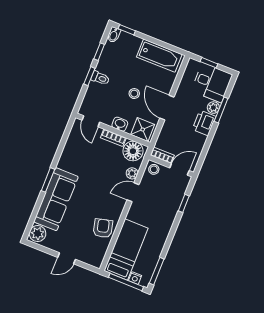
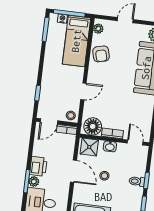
plant: (132, 173) -> (98, 29), moved

